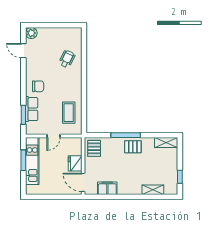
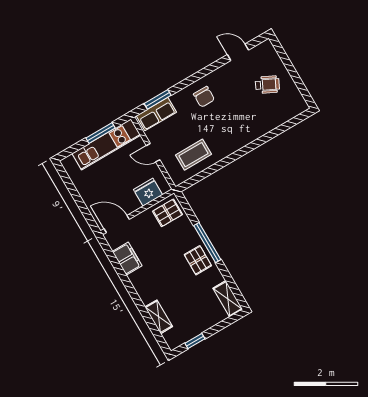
plant: (31, 33) -> (266, 49), removed
door: (23, 51) -> (238, 52), hinge flipped
wheelchair: (67, 59) -> (267, 85), moved
row of seats: (32, 109) -> (156, 114), moved
fridge: (75, 163) -> (148, 192), moved
door: (83, 182) -> (117, 224), hinge flipped

